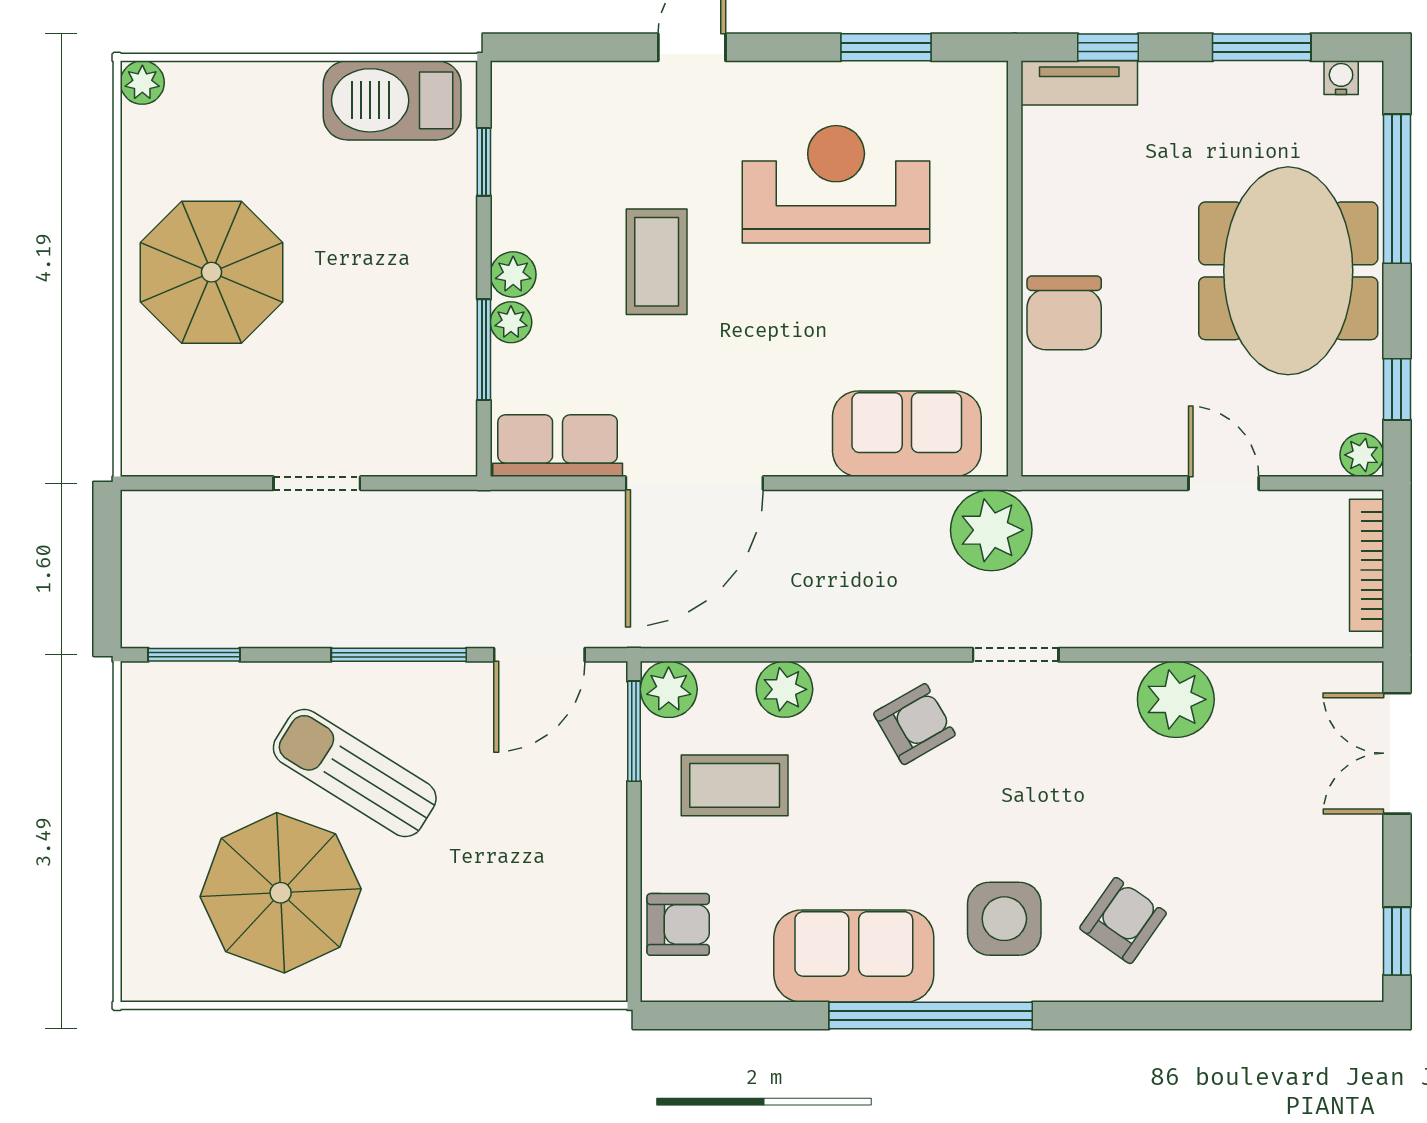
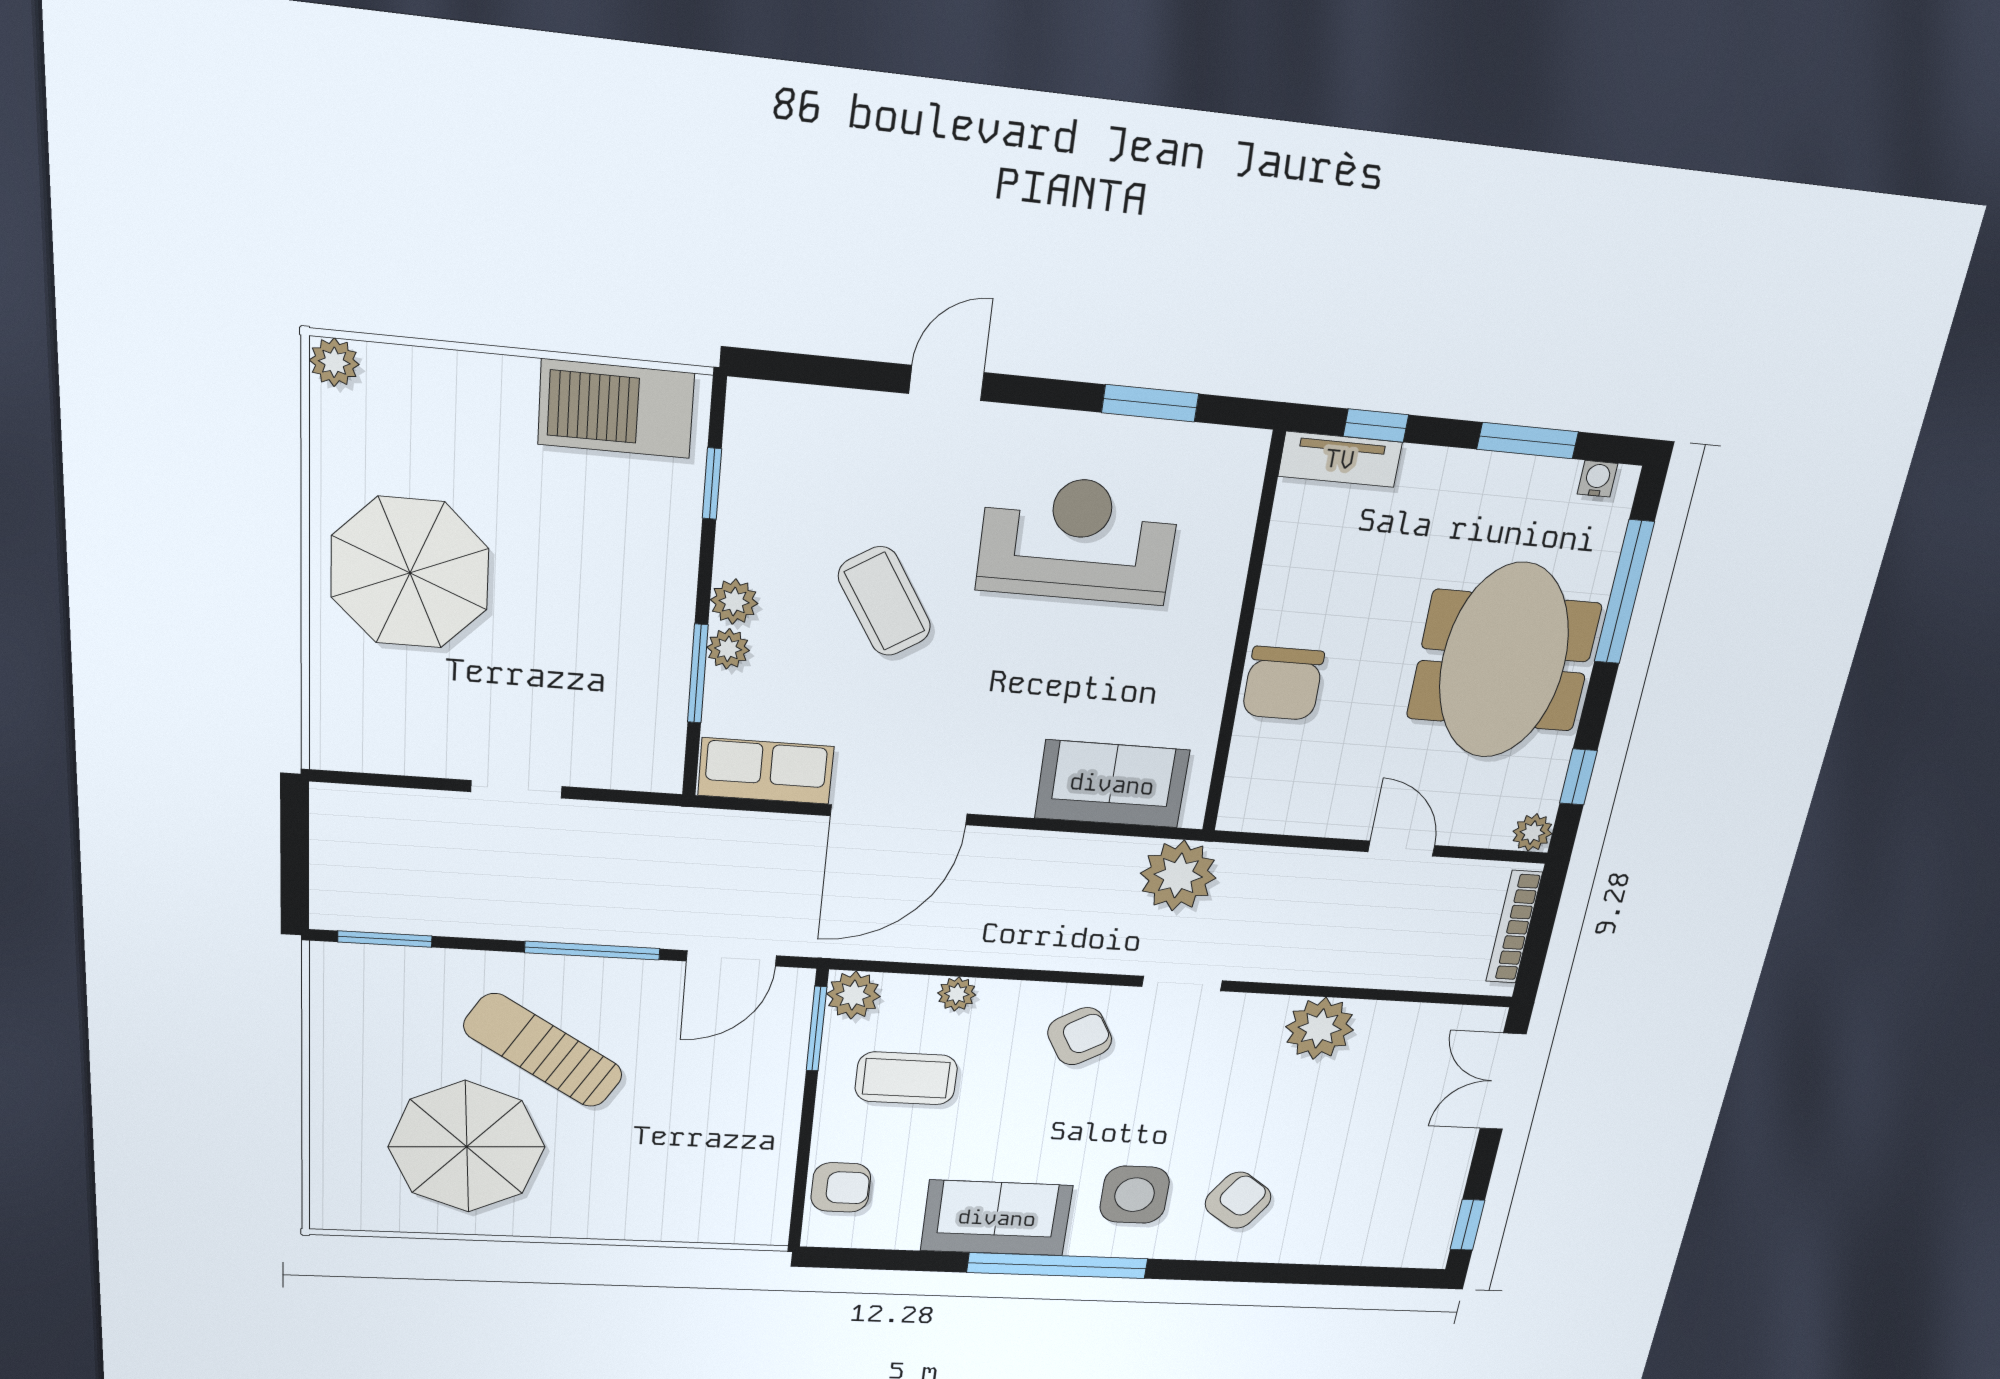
coffee table: (657, 262) -> (885, 601), turned -32
plant: (784, 689) -> (957, 994), width x0.73, depth x0.73

